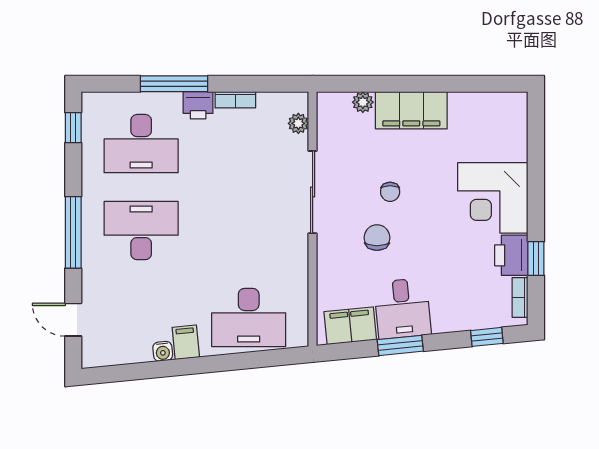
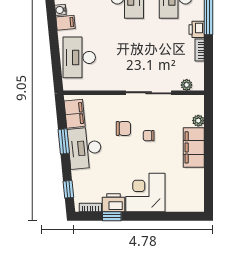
desk: (402, 308) -> (85, 148), width x1.37

